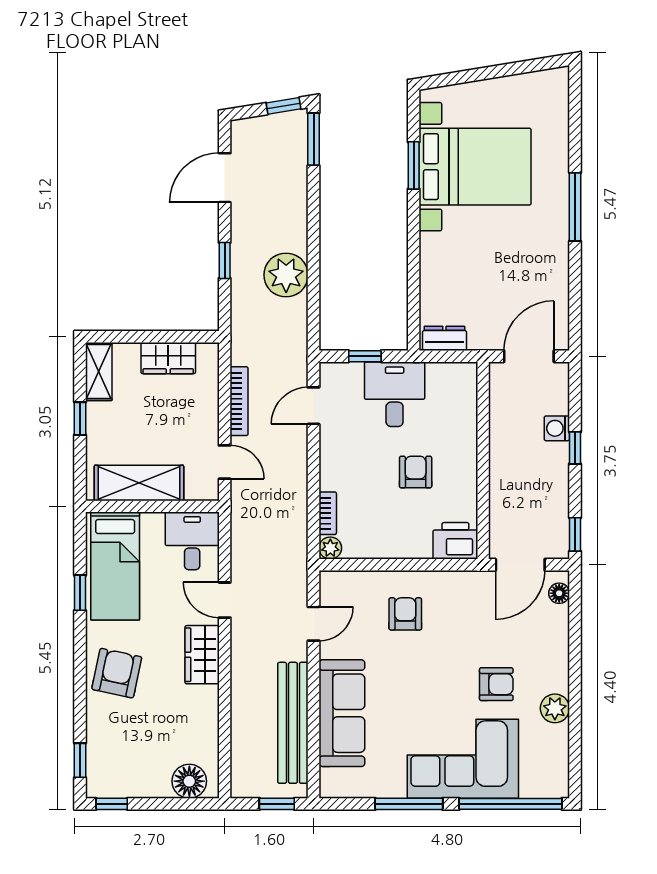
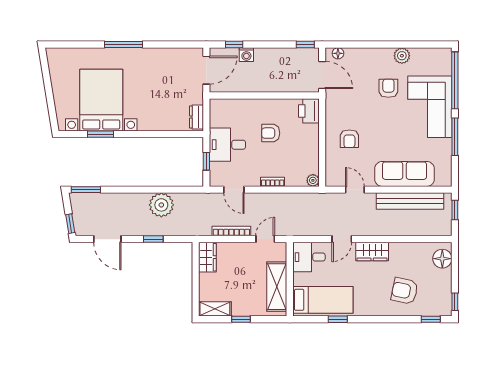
window: (284, 106) -> (70, 224), moved
door: (529, 356) -> (206, 70), swing flipped
wardrobe: (168, 358) -> (207, 257), moved
window: (575, 448) -> (234, 45), moved
bookcase: (328, 513) -> (273, 182), moved
armchair: (405, 614) -> (349, 139), turned -90
armchair: (117, 673) -> (405, 291), moved

